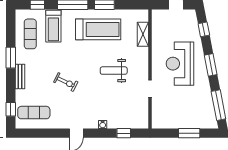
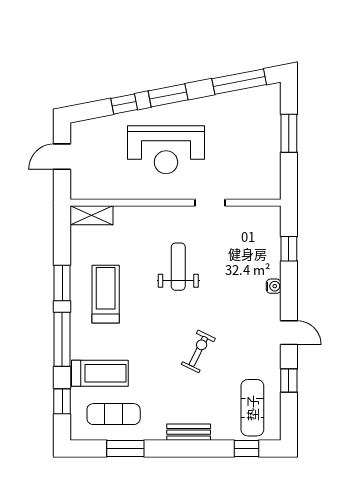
treadmill: (98, 29) -> (106, 294), width x0.73, depth x0.73
window: (204, 29) -> (124, 104), moved
shelving: (143, 34) -> (92, 215), moved
window: (11, 58) -> (125, 448), moved
weight bench: (114, 71) -> (178, 267), turned 180
window: (49, 133) -> (289, 381), added

